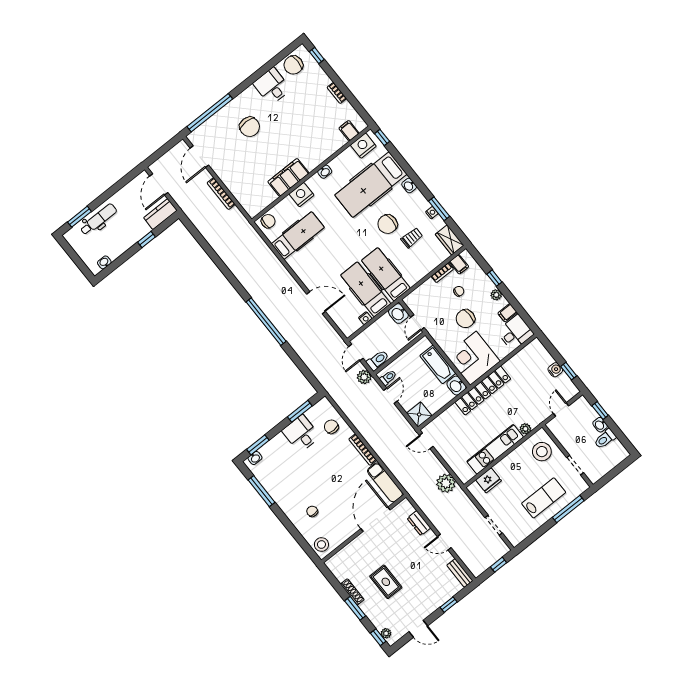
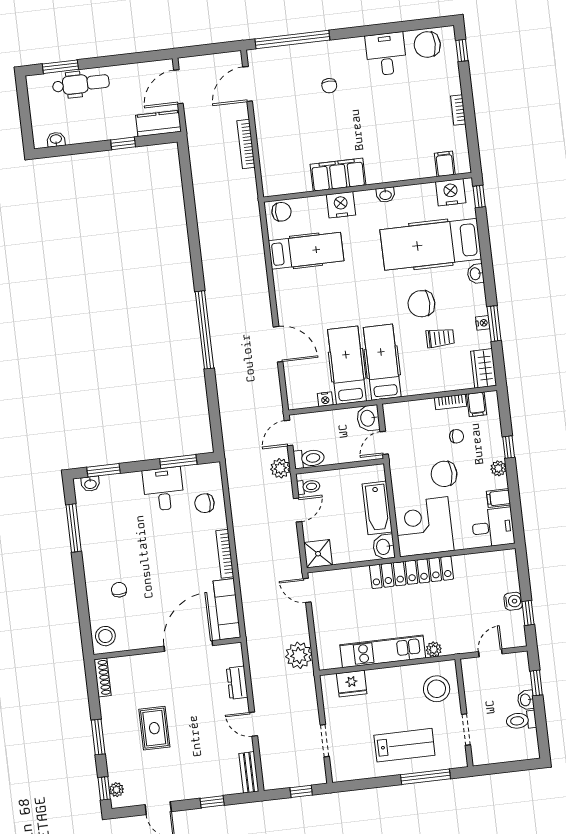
chair: (250, 127) -> (329, 86), width x0.54, depth x0.54
chair: (331, 427) -> (204, 503), turned -90
shoe rack: (352, 592) -> (102, 678), moved

